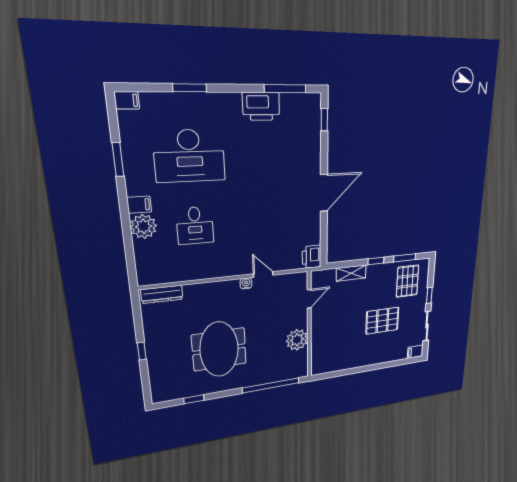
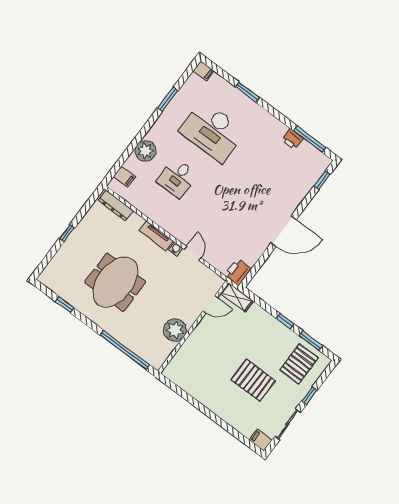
printer: (261, 106) -> (292, 139), width x0.53, depth x0.68
filing cabinet: (139, 205) -> (124, 177), moved
shelving: (351, 273) -> (237, 297), moved
tv unit: (221, 287) -> (156, 236), added

